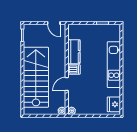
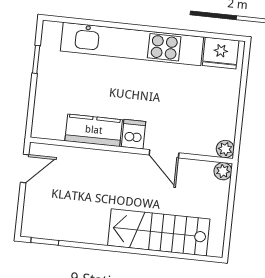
kitchen unit: (114, 65) -> (132, 44), width x1.36
stairs: (36, 77) -> (159, 232), width x0.73, depth x0.66

